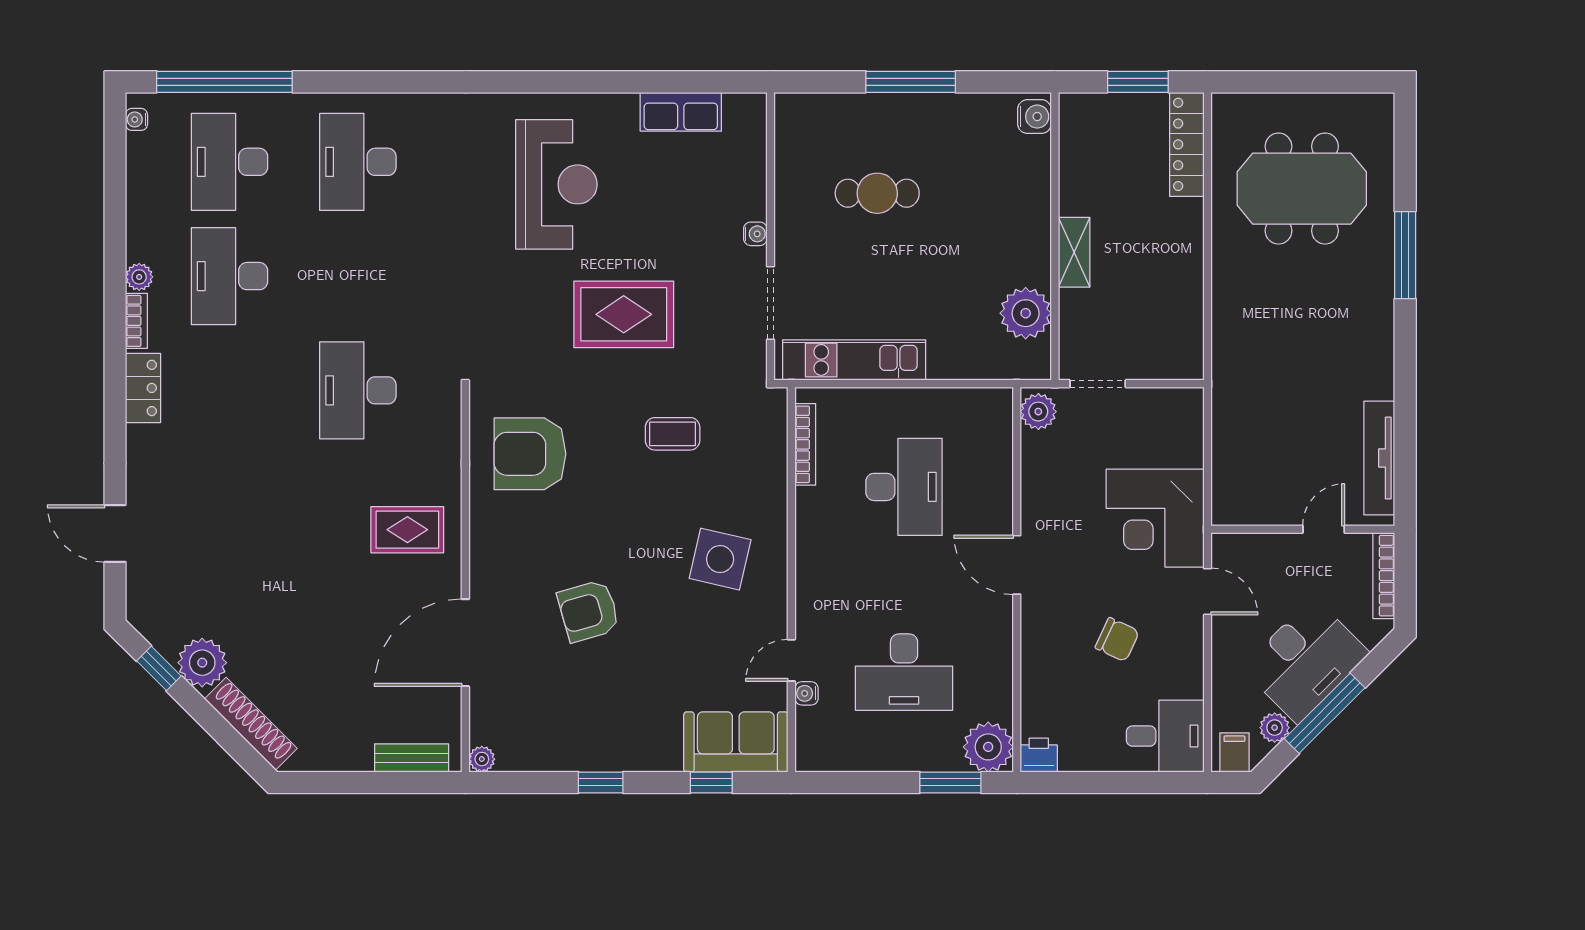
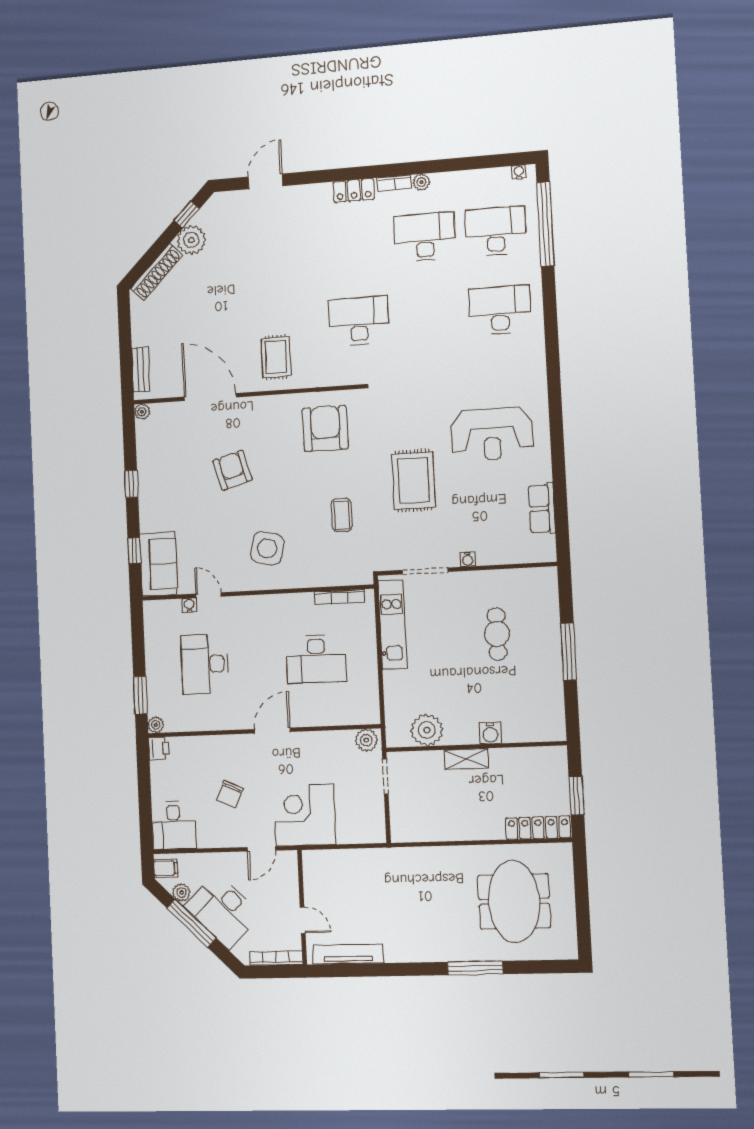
water cooler: (1034, 117) -> (490, 733), moved
plant: (988, 747) -> (156, 725), width x0.53, depth x0.53

